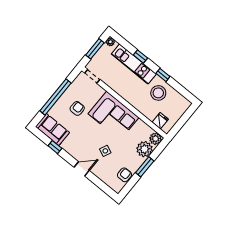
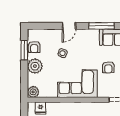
window: (55, 147) -> (101, 26), width x2.17
plant: (145, 149) -> (35, 66), moved
window: (145, 167) -> (24, 50), moved

